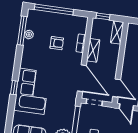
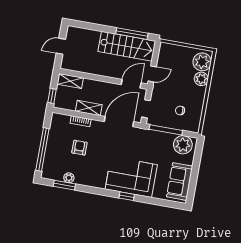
window: (22, 31) -> (64, 185), width x0.69

